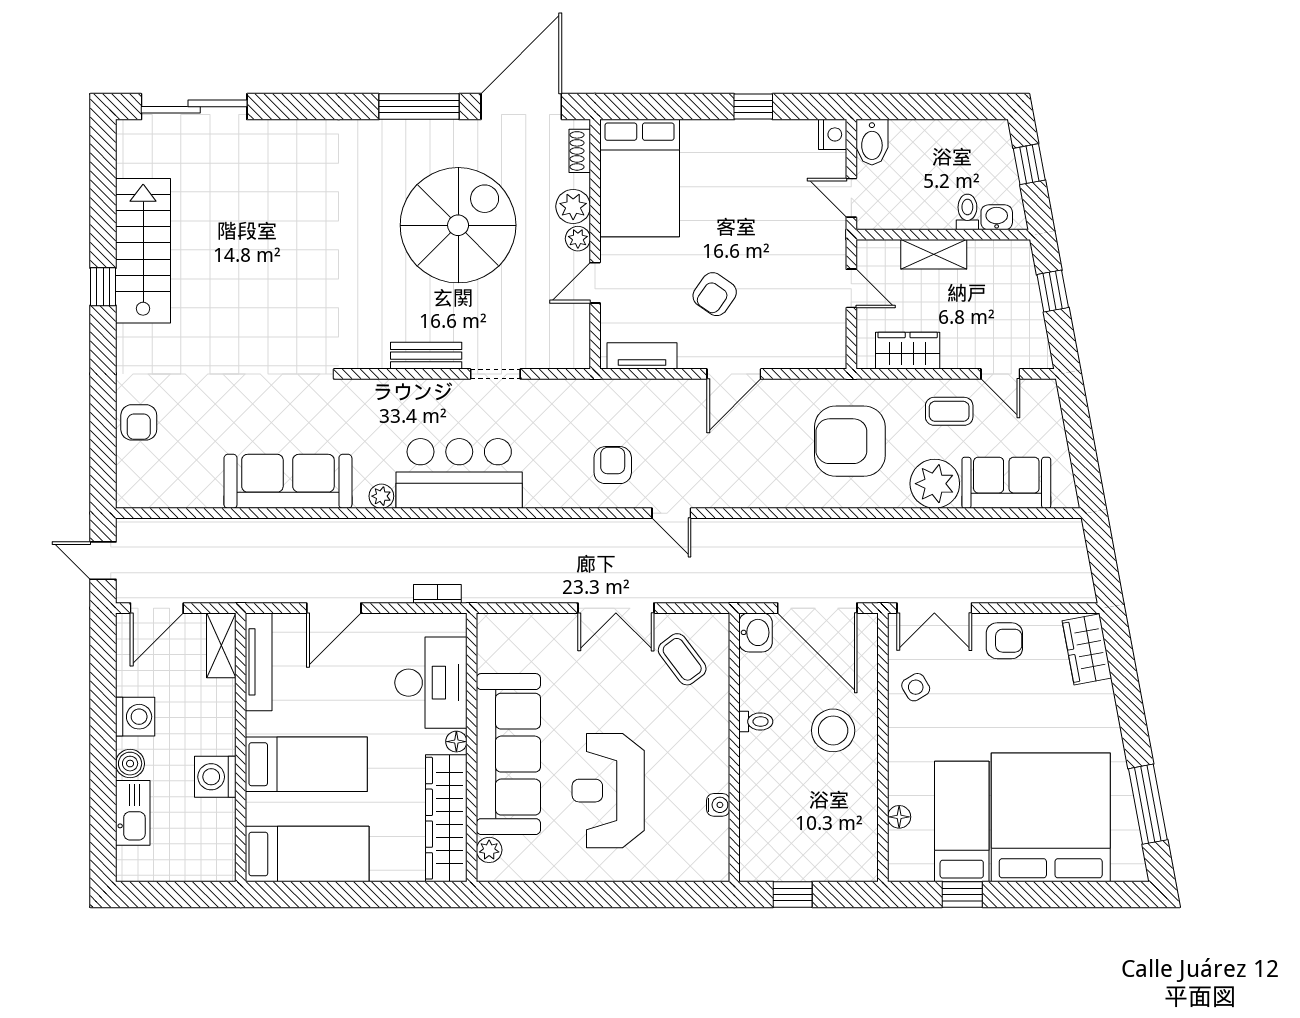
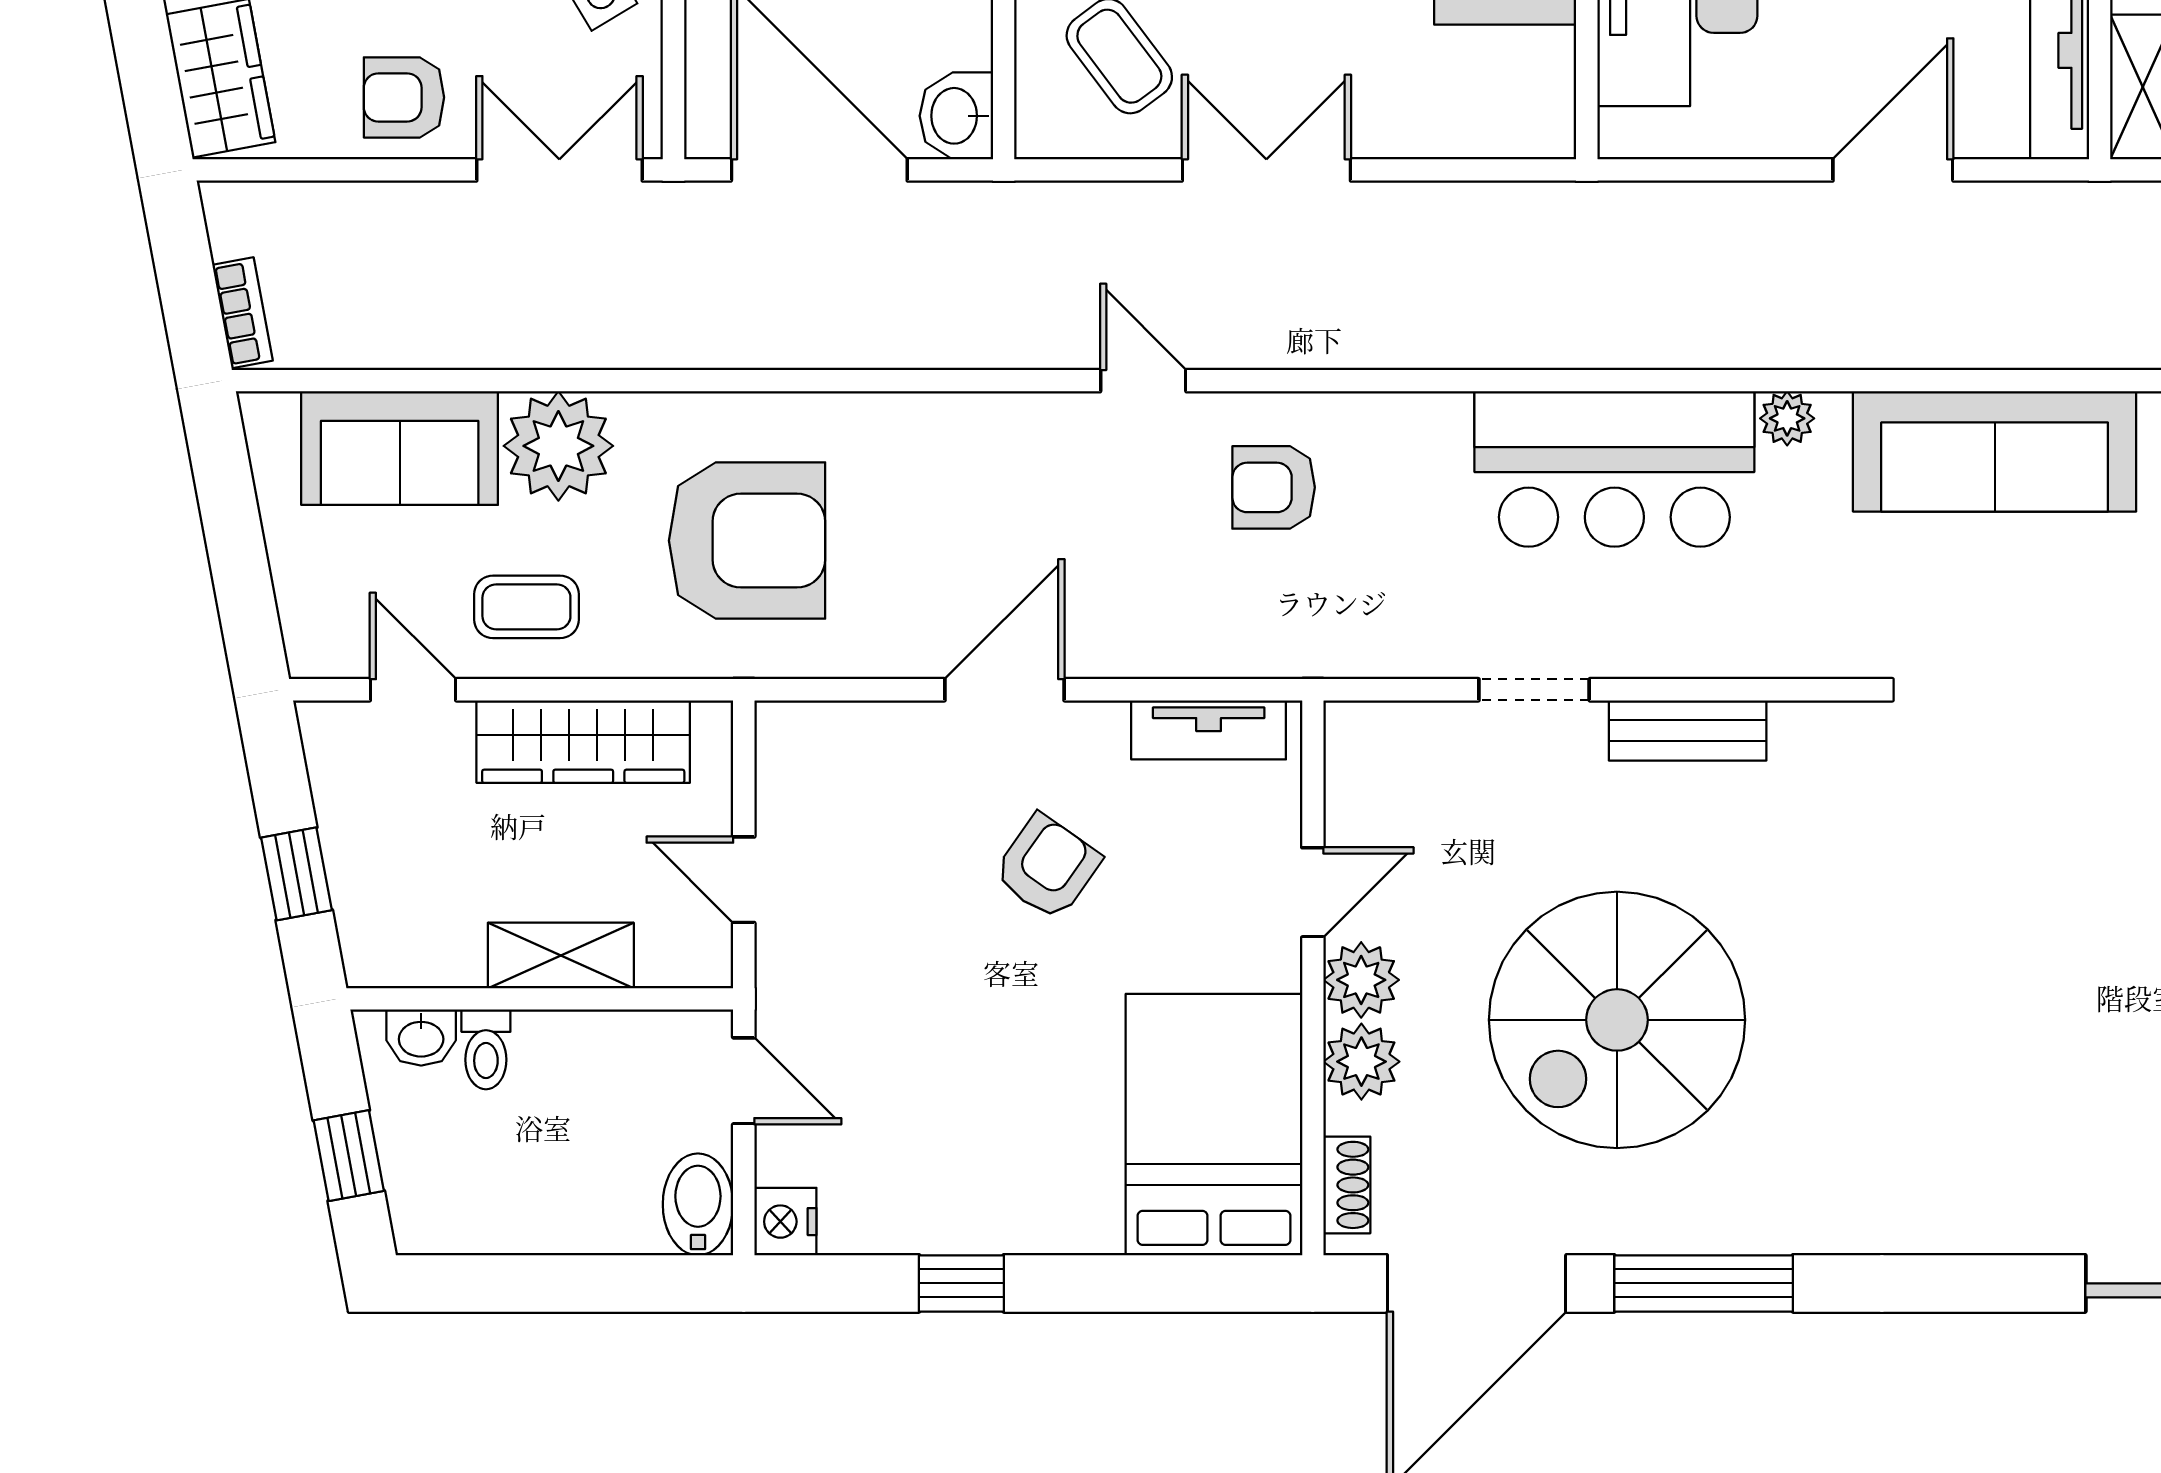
plant: (578, 239) -> (1361, 980), width x1.38, depth x1.38
wardrobe: (908, 351) -> (583, 742), width x1.50
armchair: (613, 465) -> (1274, 487), turned 90
bookcase: (437, 594) -> (242, 313), moved, turned -101

